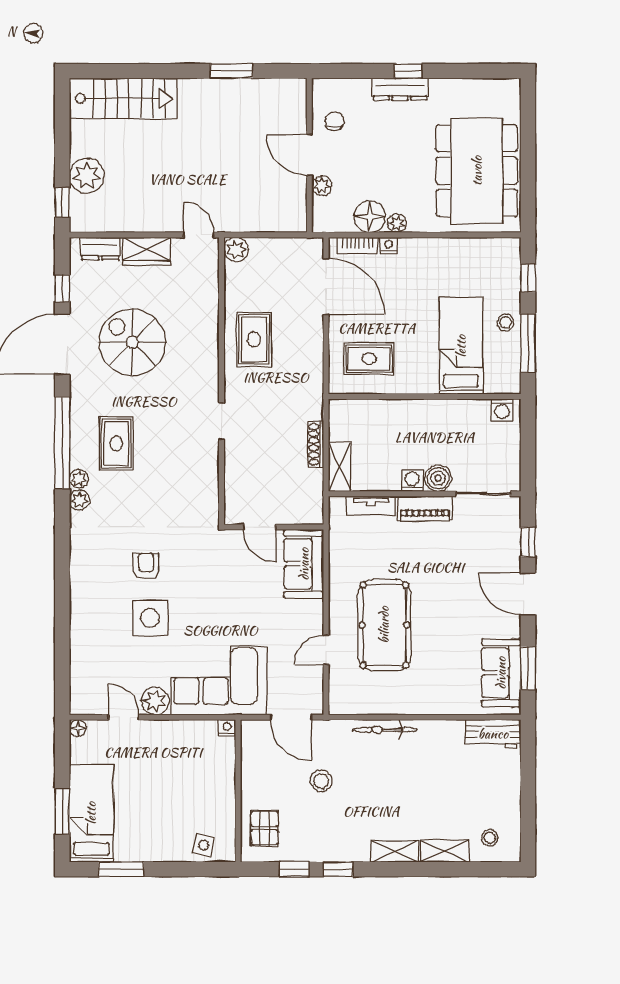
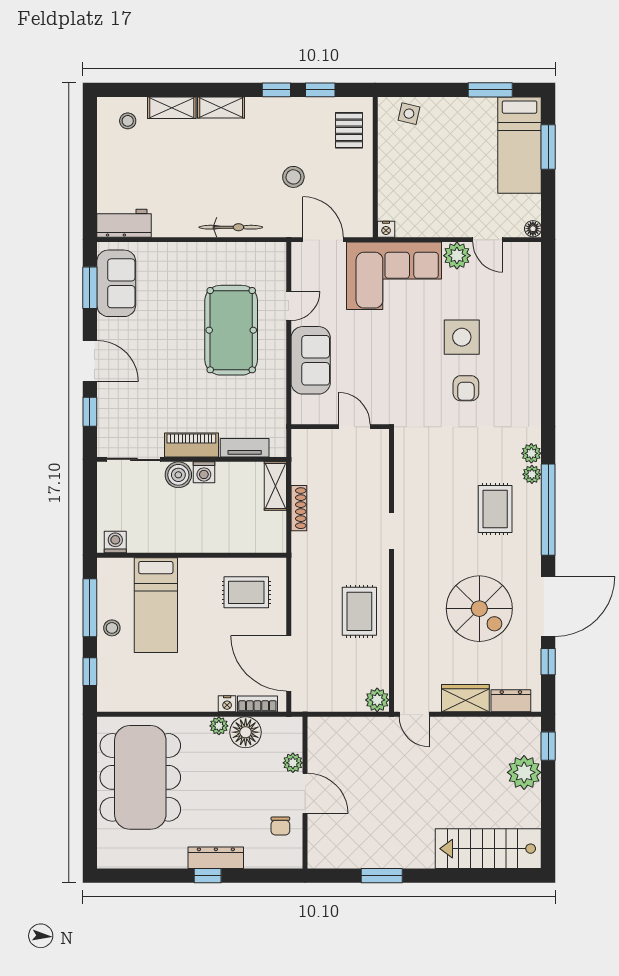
sofa: (304, 564) -> (311, 360), moved

